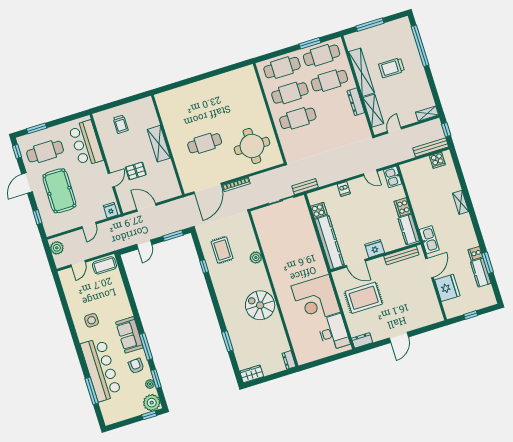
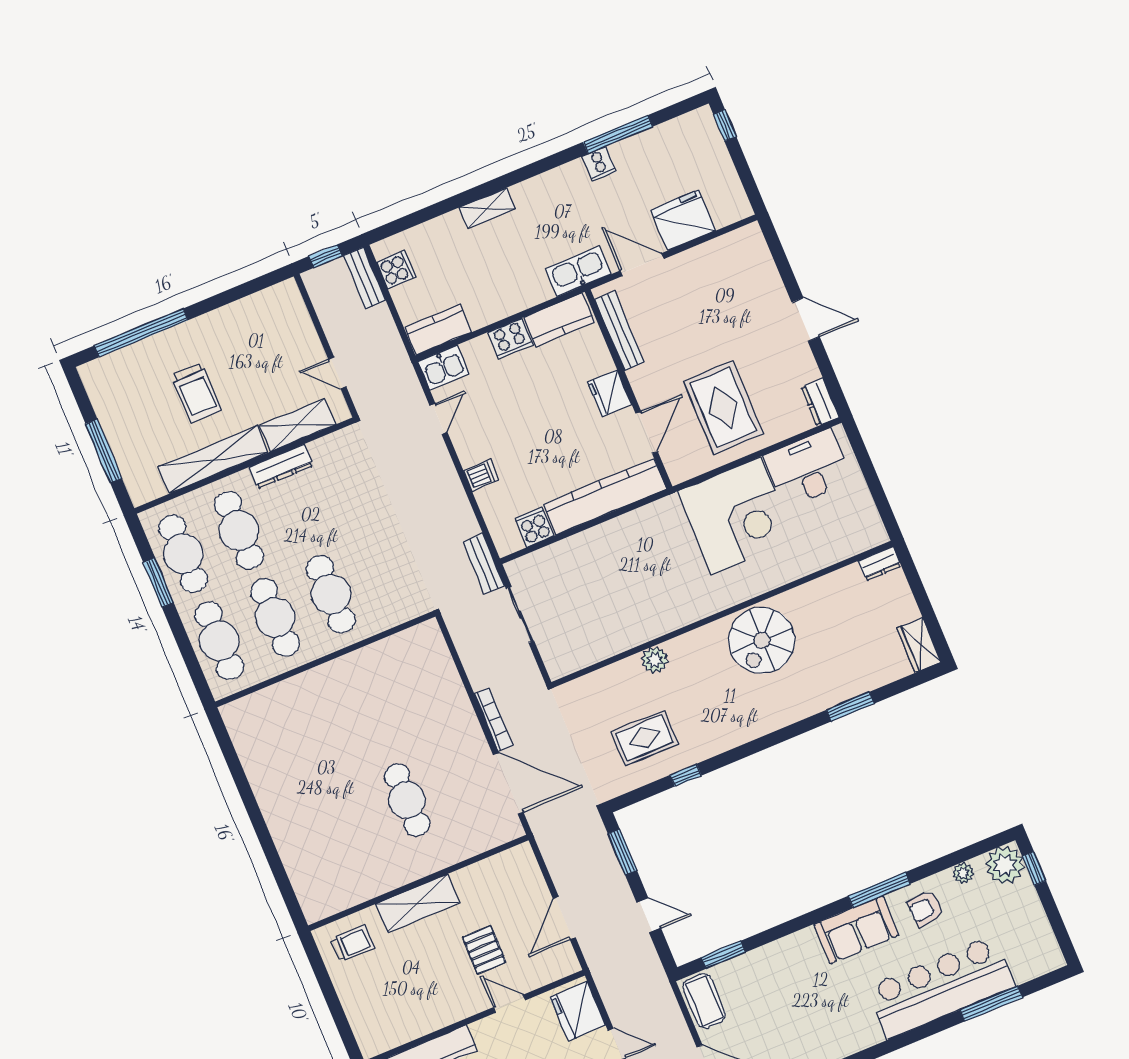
shelving: (427, 114) -> (293, 303), removed
trolley: (121, 124) -> (353, 943), moved
round table: (252, 146) -> (403, 692), removed
bench: (431, 147) -> (365, 278), width x0.73
fridge: (111, 210) -> (578, 1011), width x1.88, depth x1.34
window: (488, 263) -> (618, 134), width x1.44
kitchen counter: (481, 273) -> (438, 330), moved, turned 180
window: (471, 315) -> (725, 125), moved
side table: (92, 320) -> (831, 1019), removed
window: (156, 379) -> (723, 955), moved

